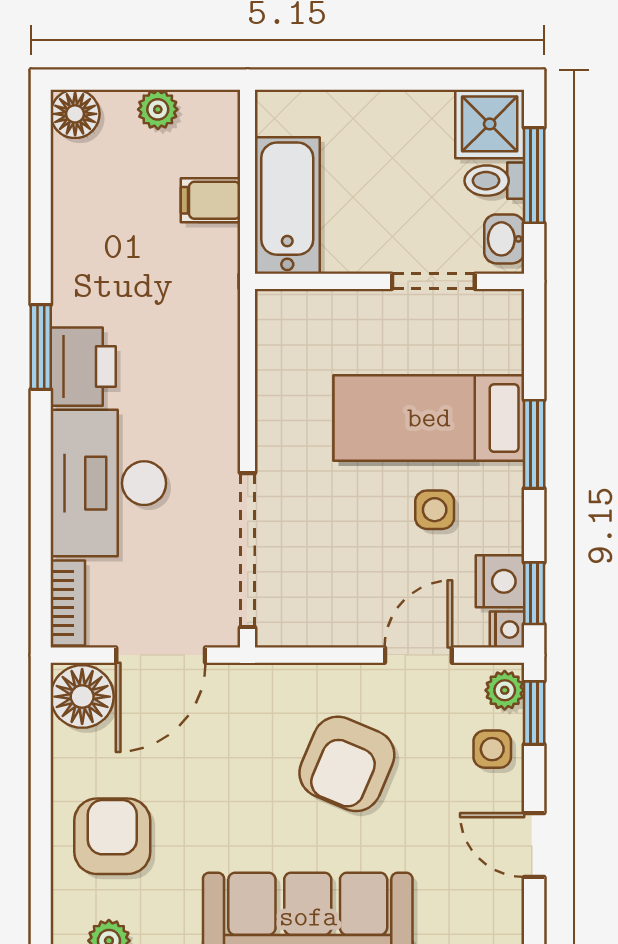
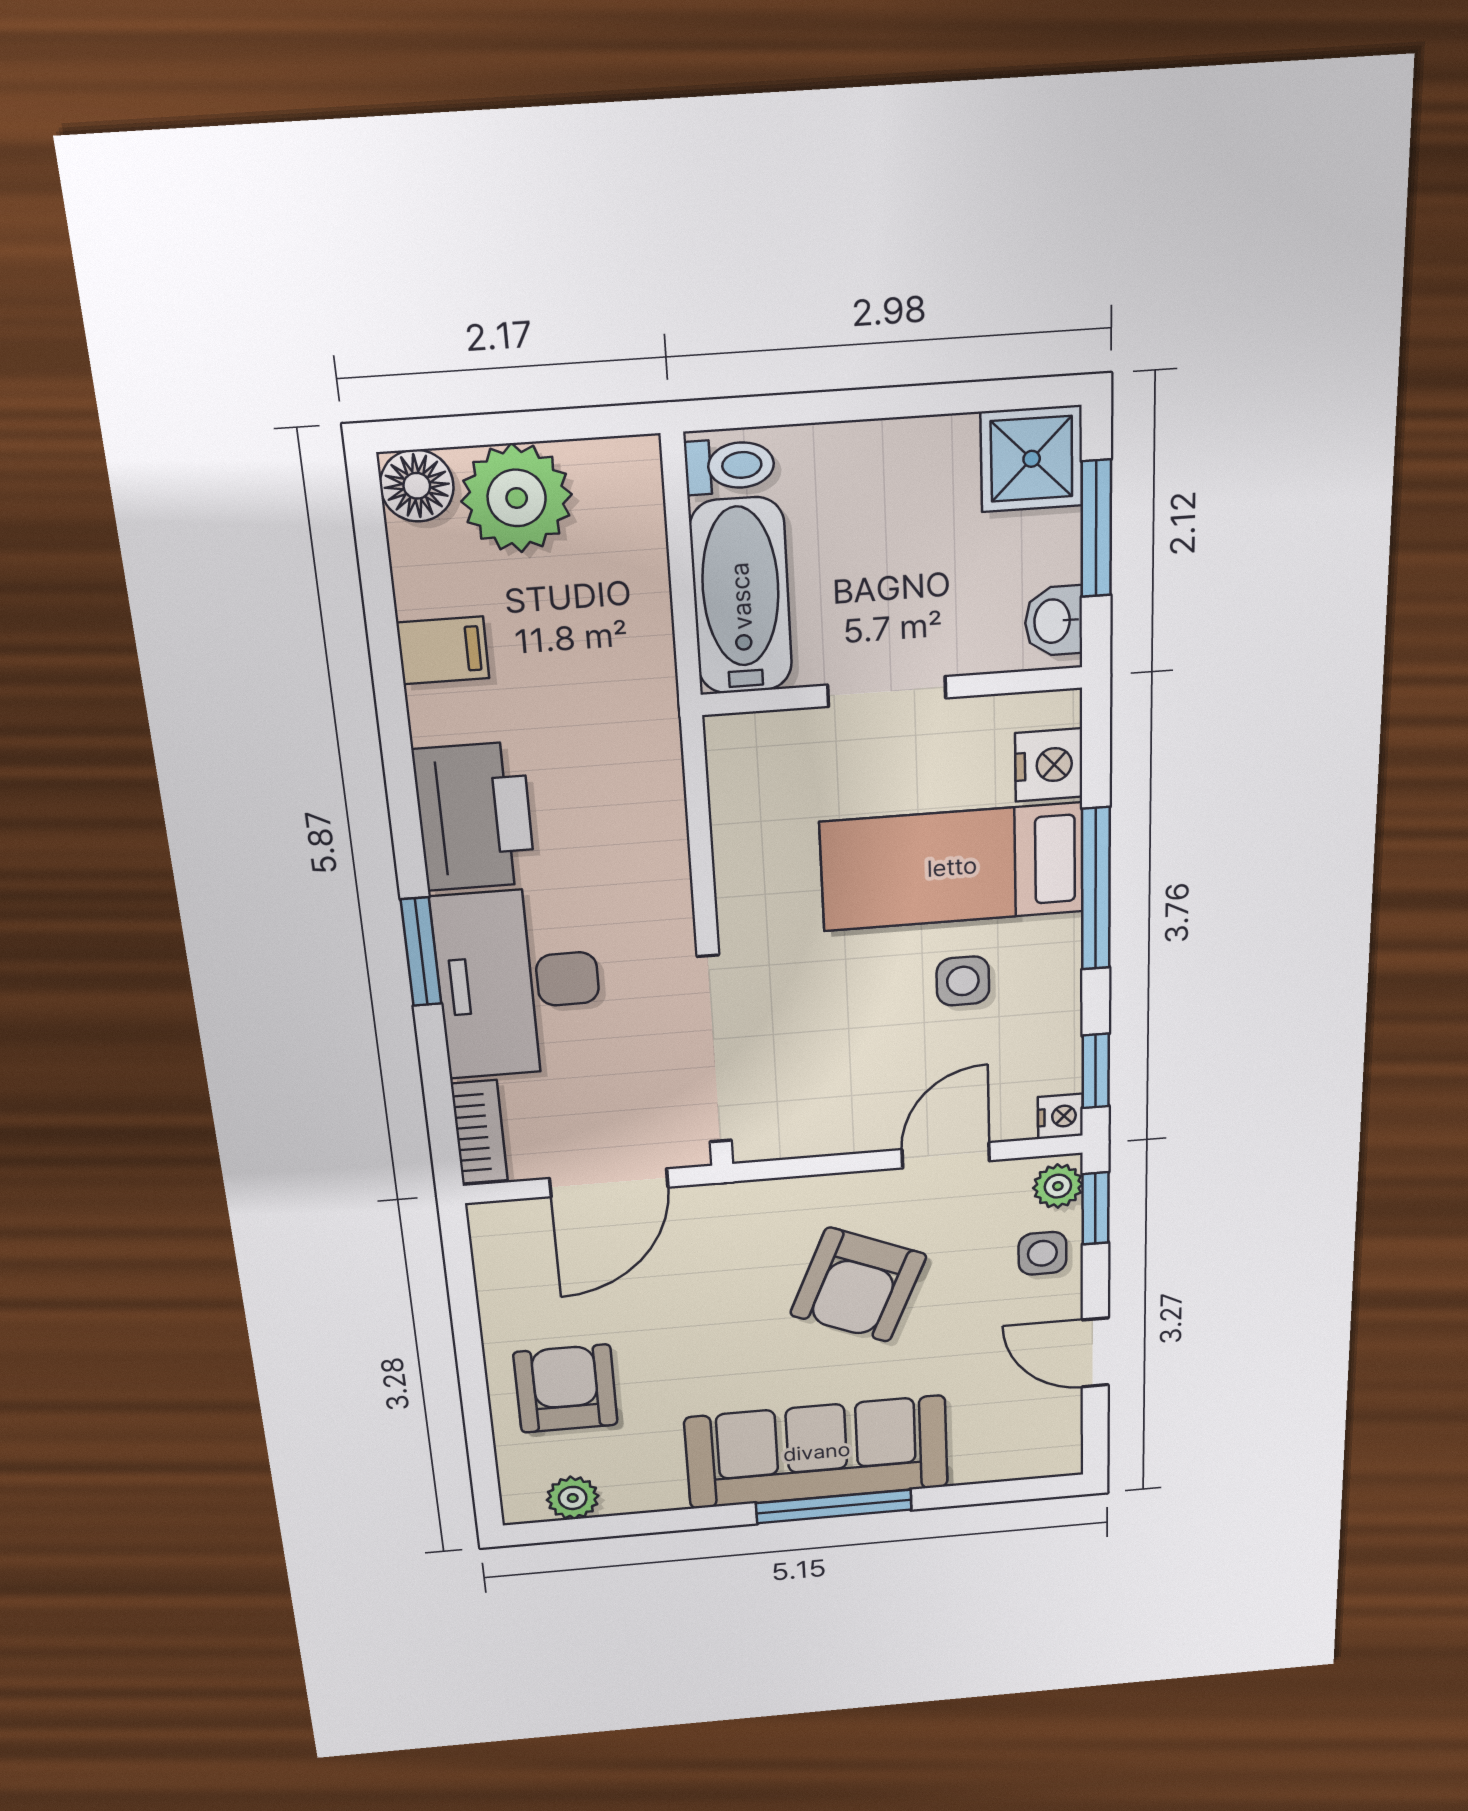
plant: (158, 109) -> (517, 498), width x1.88, depth x1.88
toilet: (494, 181) -> (730, 466), moved, turned 180
filing cabinet: (210, 200) -> (443, 650), moved, turned 180
doorway: (433, 281) -> (887, 692), moved
window: (41, 347) -> (421, 952), moved
printer: (83, 367) -> (474, 817), width x1.37, depth x1.19
window: (534, 444) -> (1096, 889), width x1.44
nightstand: (500, 581) -> (1049, 765), moved
floor lamp: (82, 697) -> (510, 1238), removed

